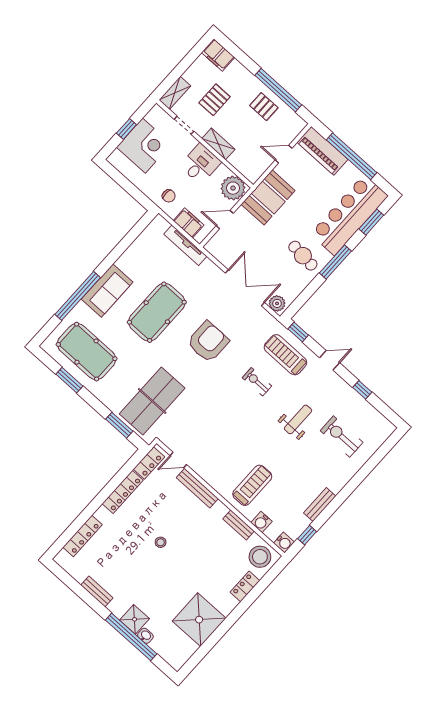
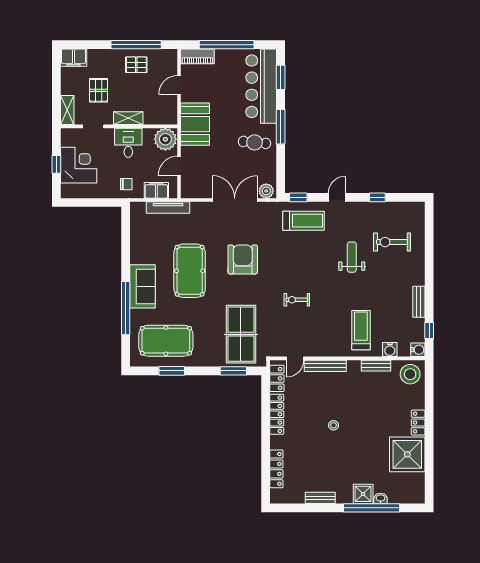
piano: (323, 151) -> (197, 56), width x0.73, depth x0.75
treadmill: (285, 355) -> (303, 221), turned 180
exercise bike: (257, 382) -> (297, 300), moved
locker: (245, 586) -> (418, 423), moved

